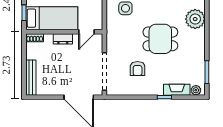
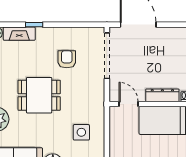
door: (87, 32) -> (129, 104), hinge flipped
dresser: (63, 39) -> (162, 95), width x1.44

